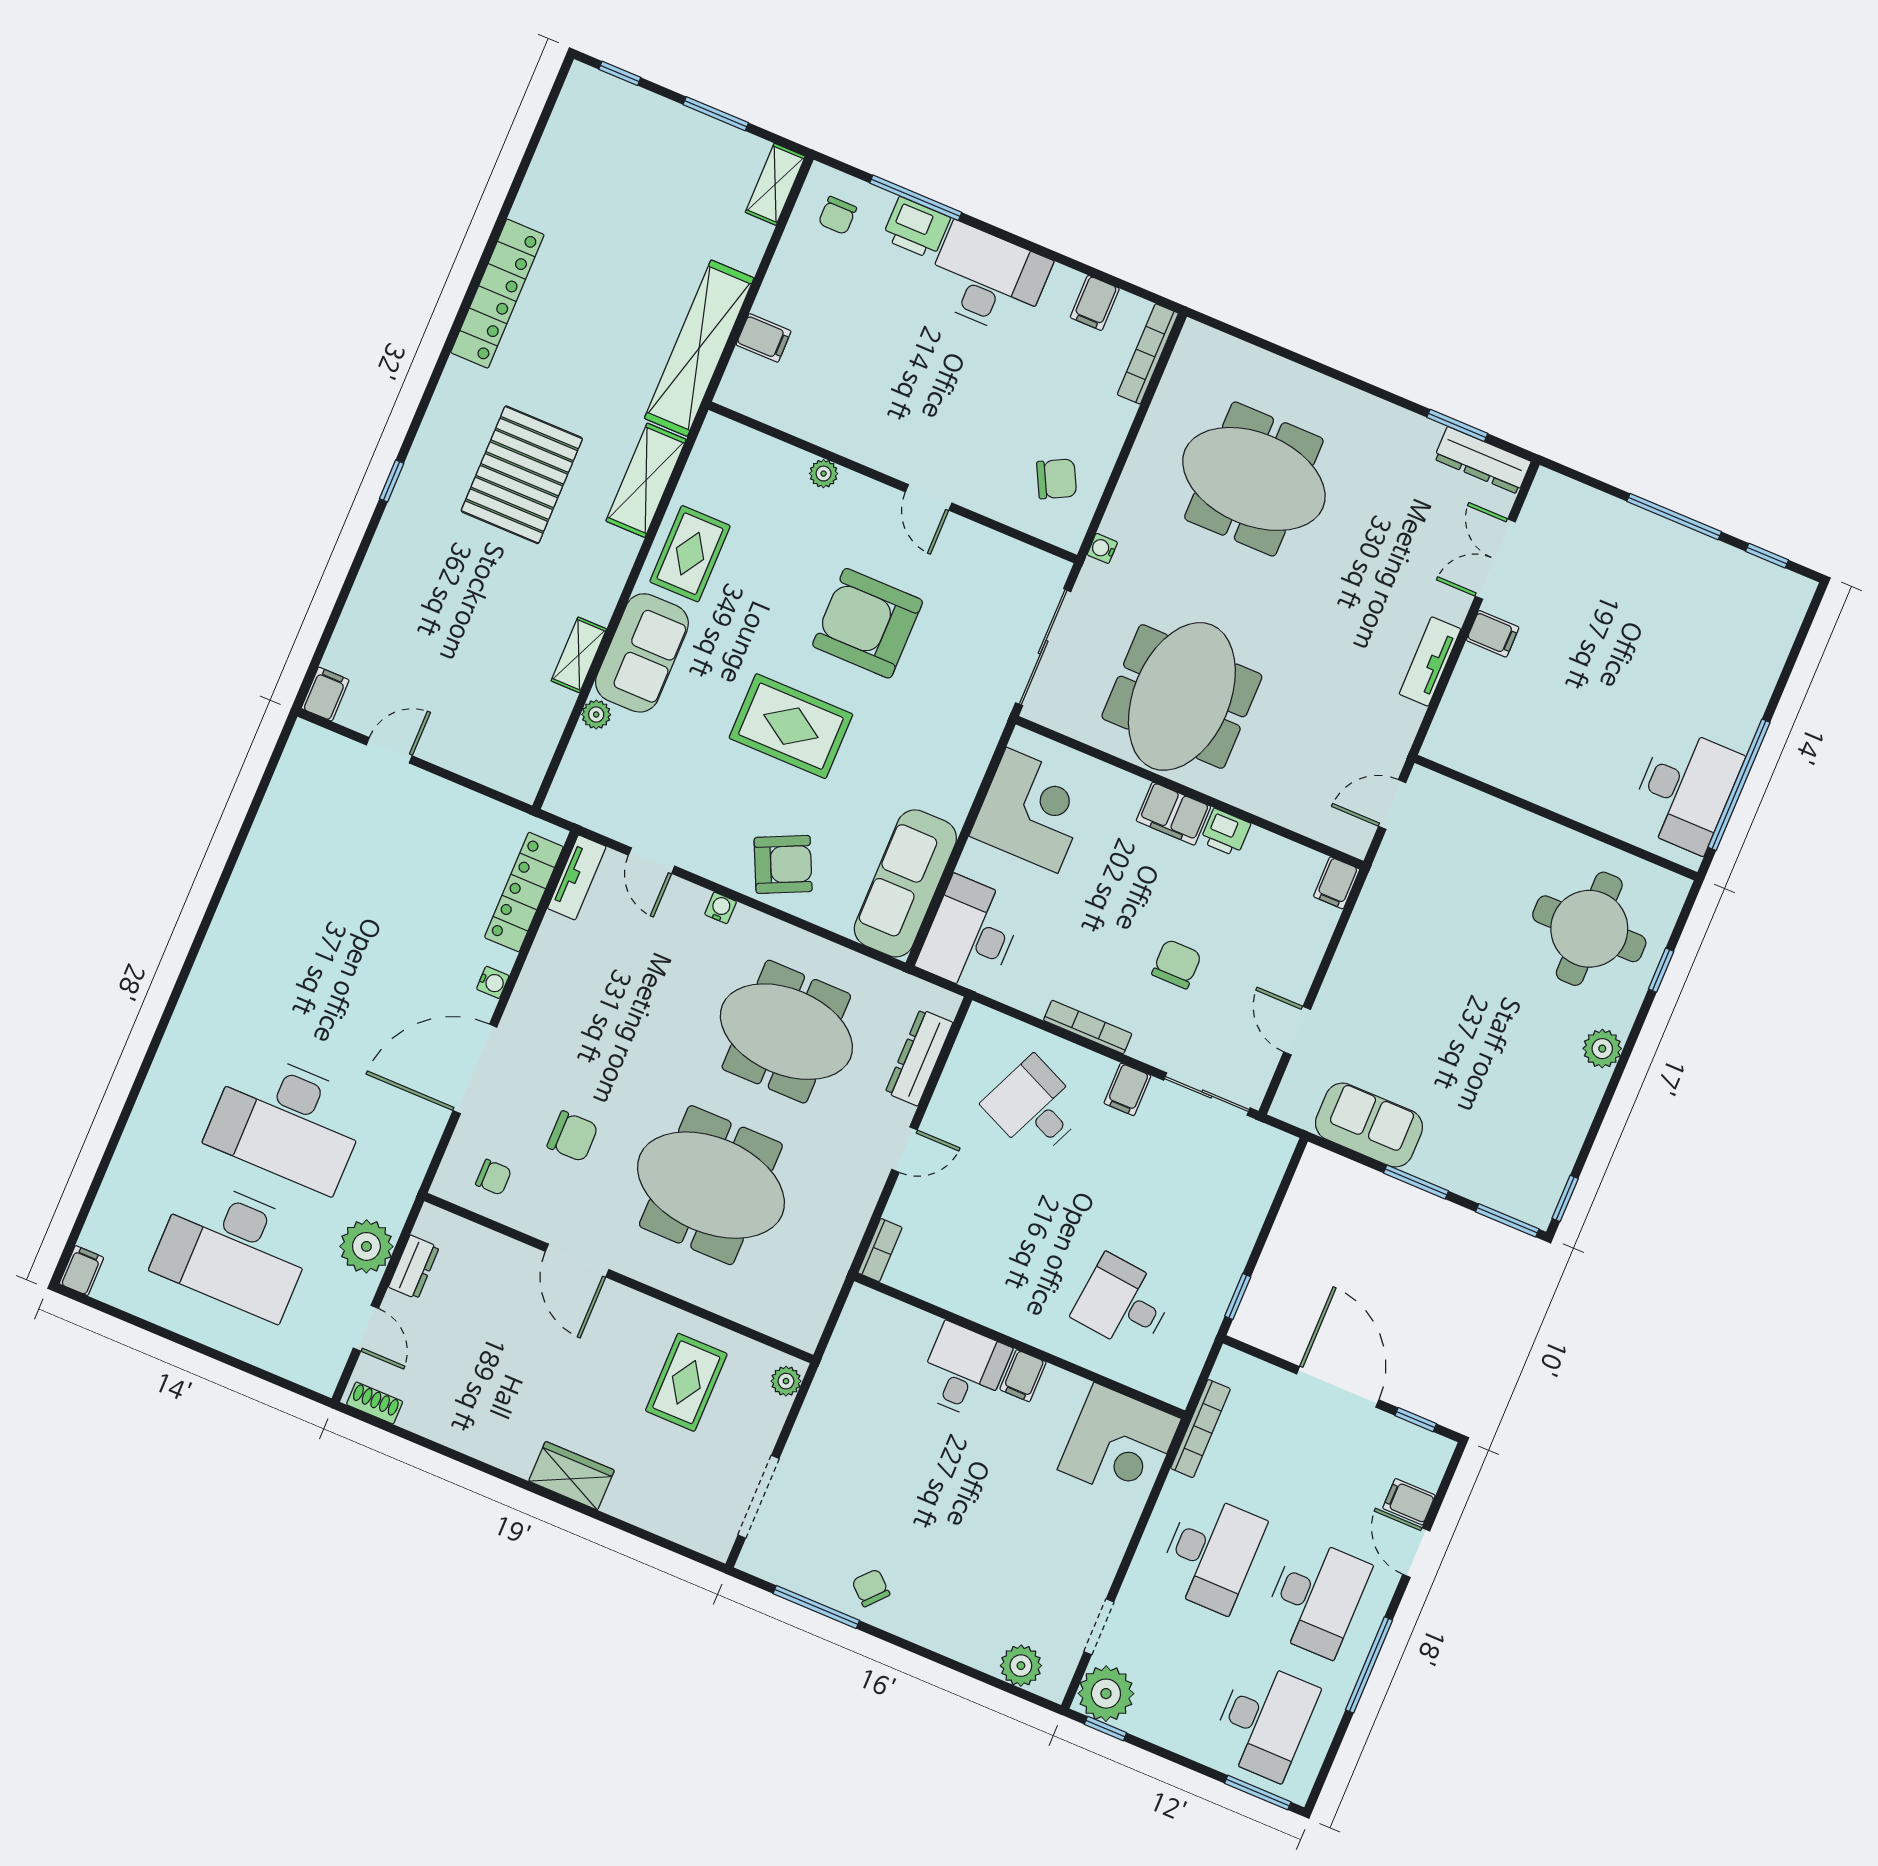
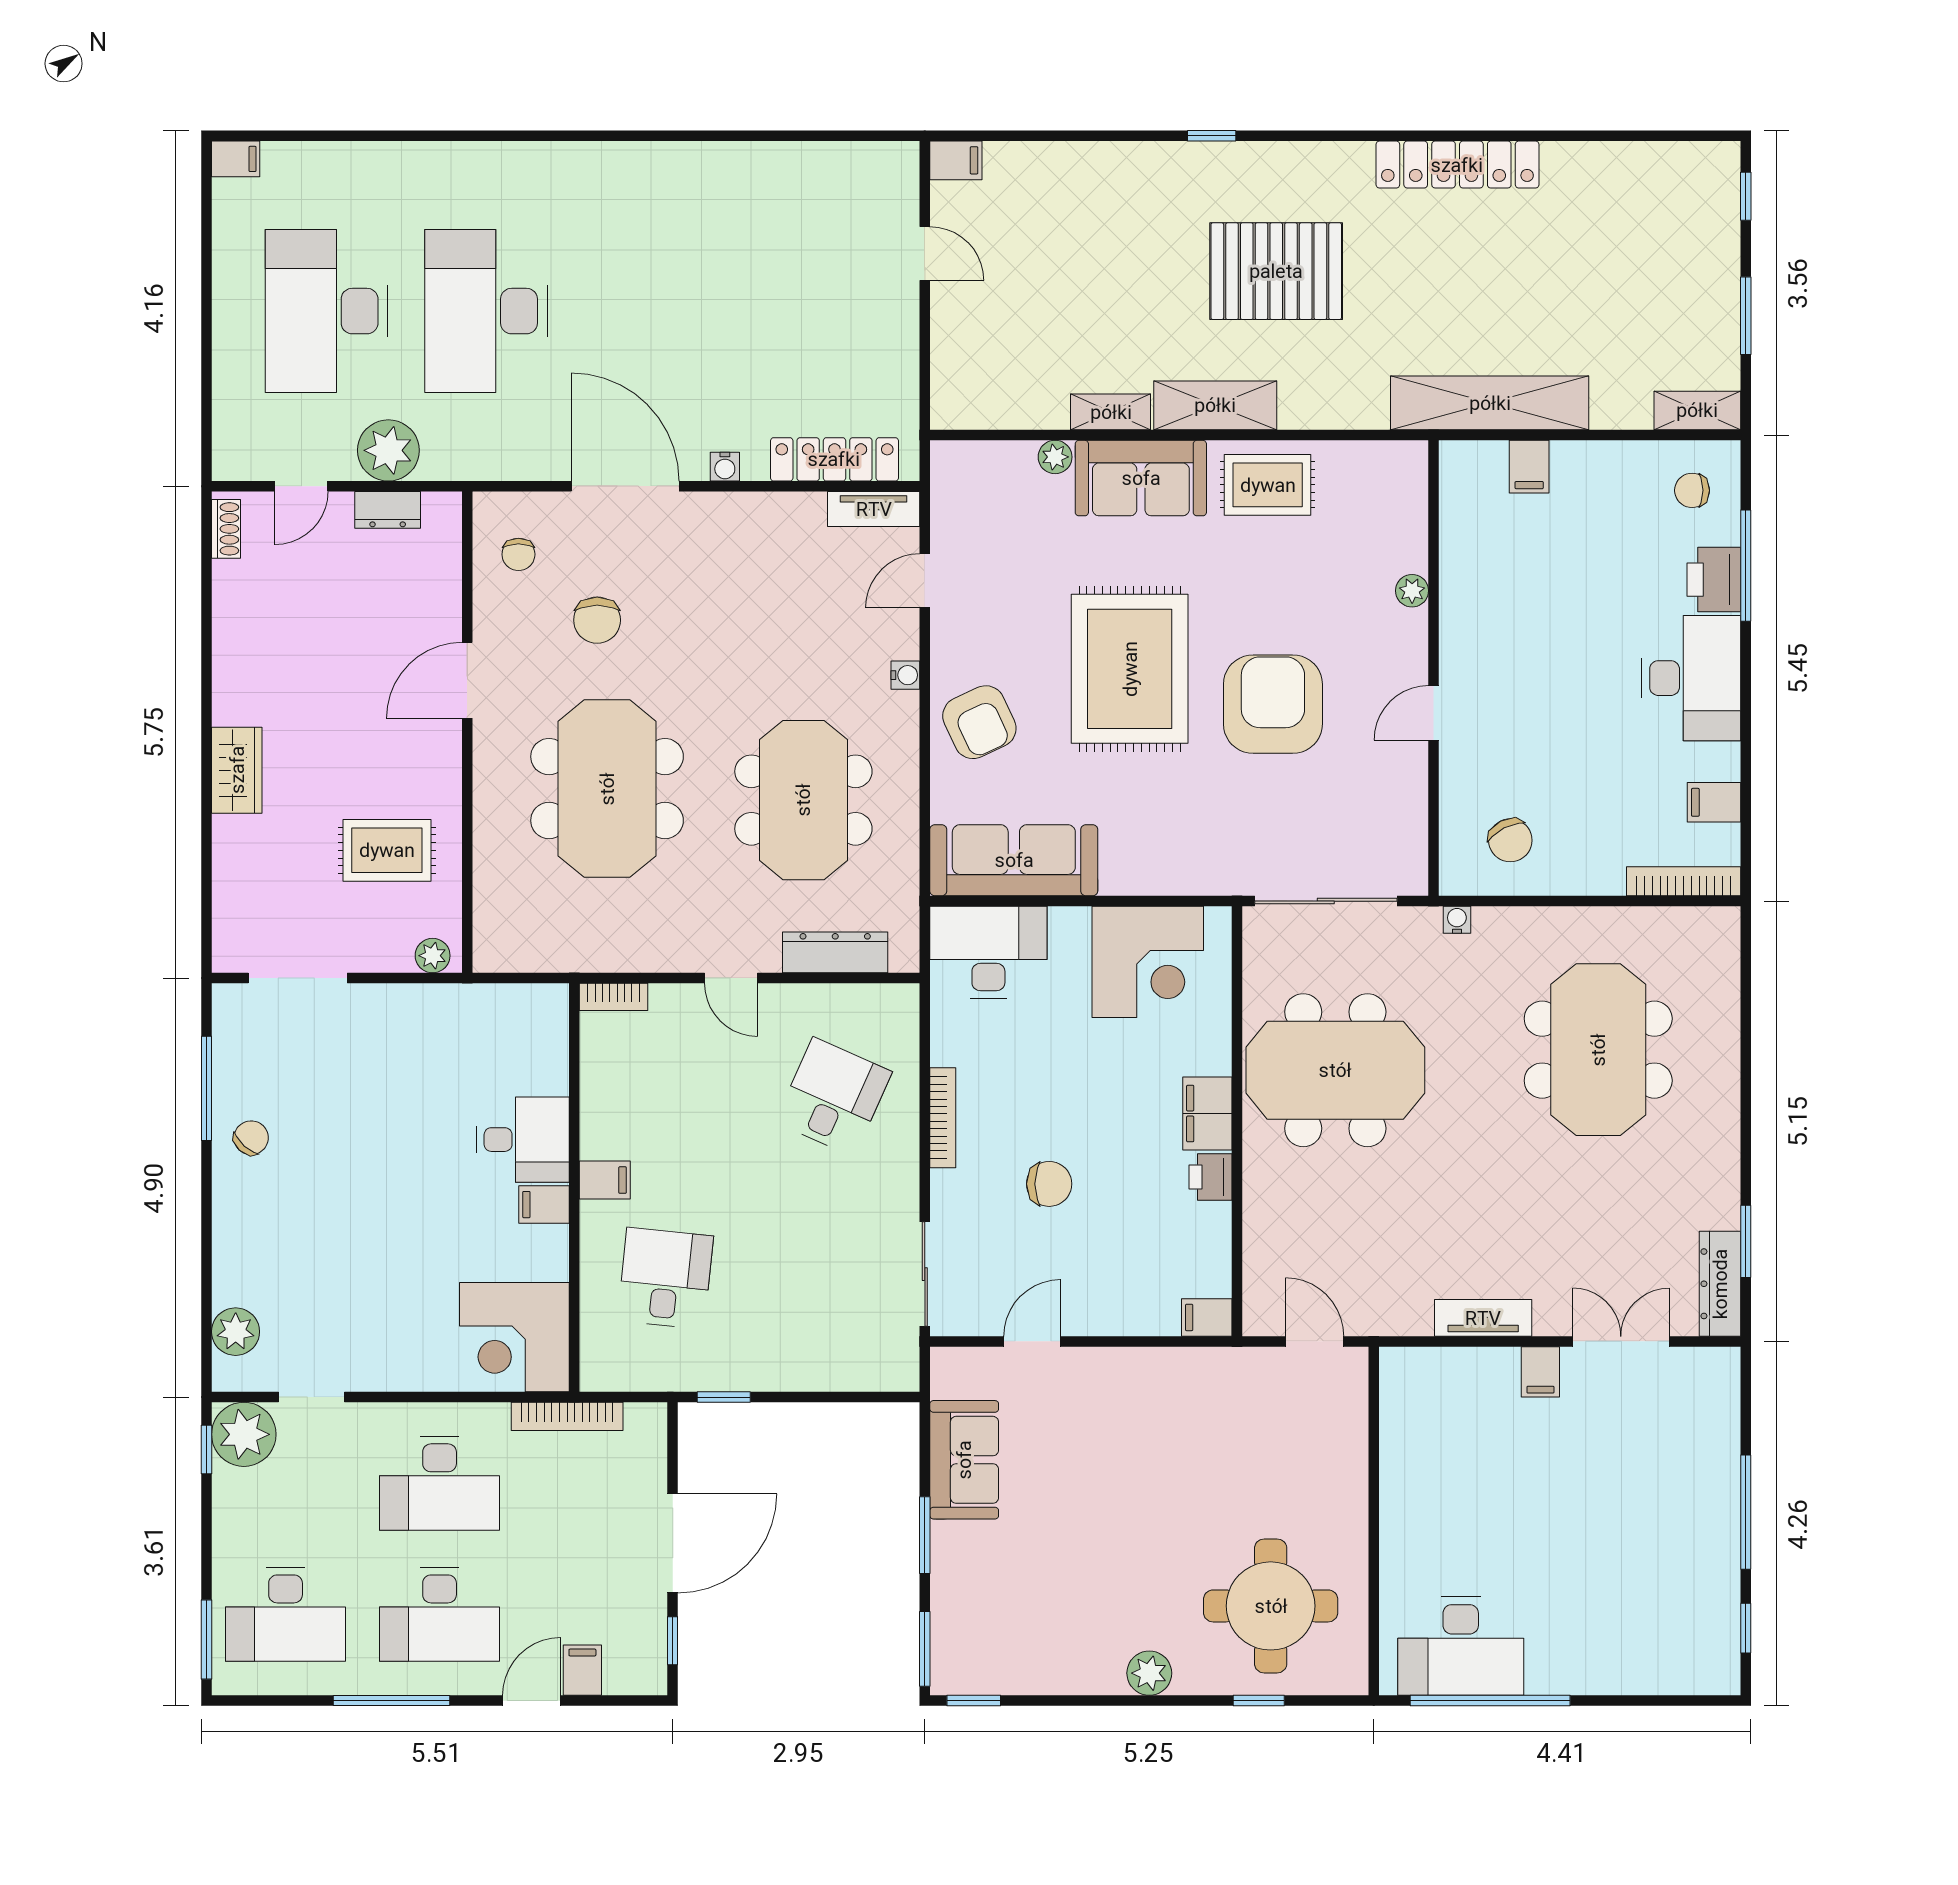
shelving: (646, 480) -> (1215, 405), moved
rug: (791, 726) -> (1130, 669), width x1.37, depth x1.44
filing cabinet: (1127, 1089) -> (605, 1180), moved, turned 180

